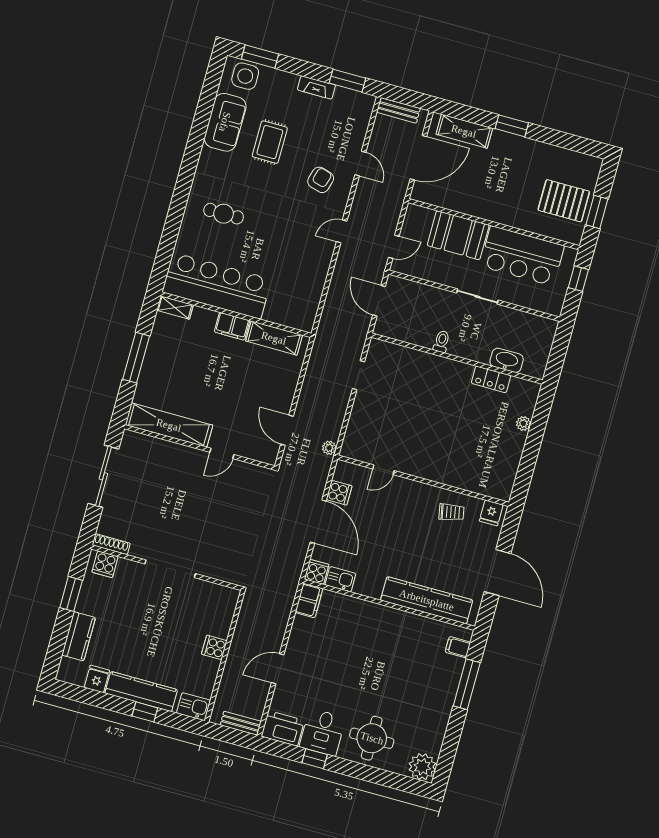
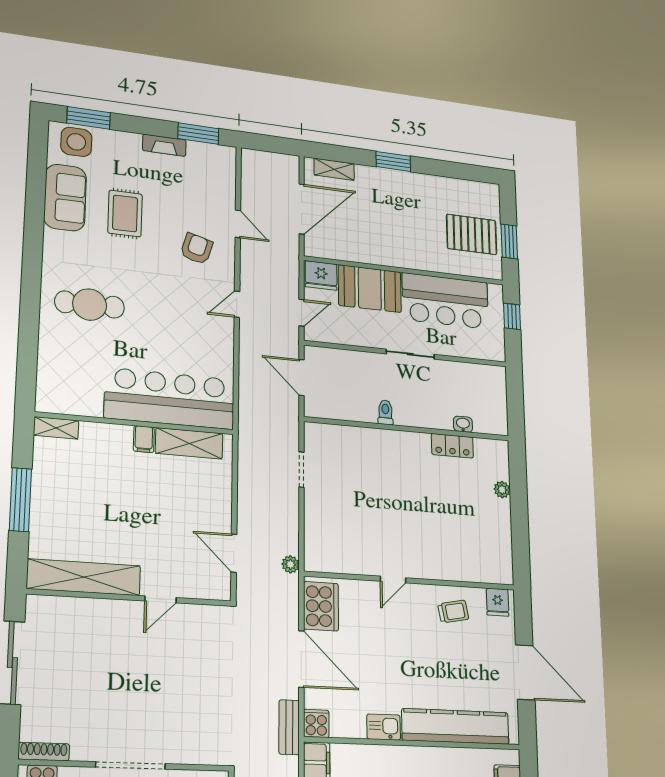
bench: (398, 110) -> (289, 727), moved, turned 90
shelving: (464, 131) -> (334, 169), width x0.67, depth x0.75
cafe table: (224, 214) -> (90, 305), width x1.37, depth x1.35
fridge: (419, 218) -> (321, 275), added
bar counter: (217, 286) -> (170, 399), moved
filing cabinet: (232, 326) -> (144, 439), width x0.50
washbasin: (507, 360) -> (463, 424), width x0.52, depth x0.69
door: (383, 470) -> (393, 580), moved
cooker: (339, 493) -> (321, 606), width x1.87, depth x1.31
kitchen sink: (340, 579) -> (384, 727), moved

